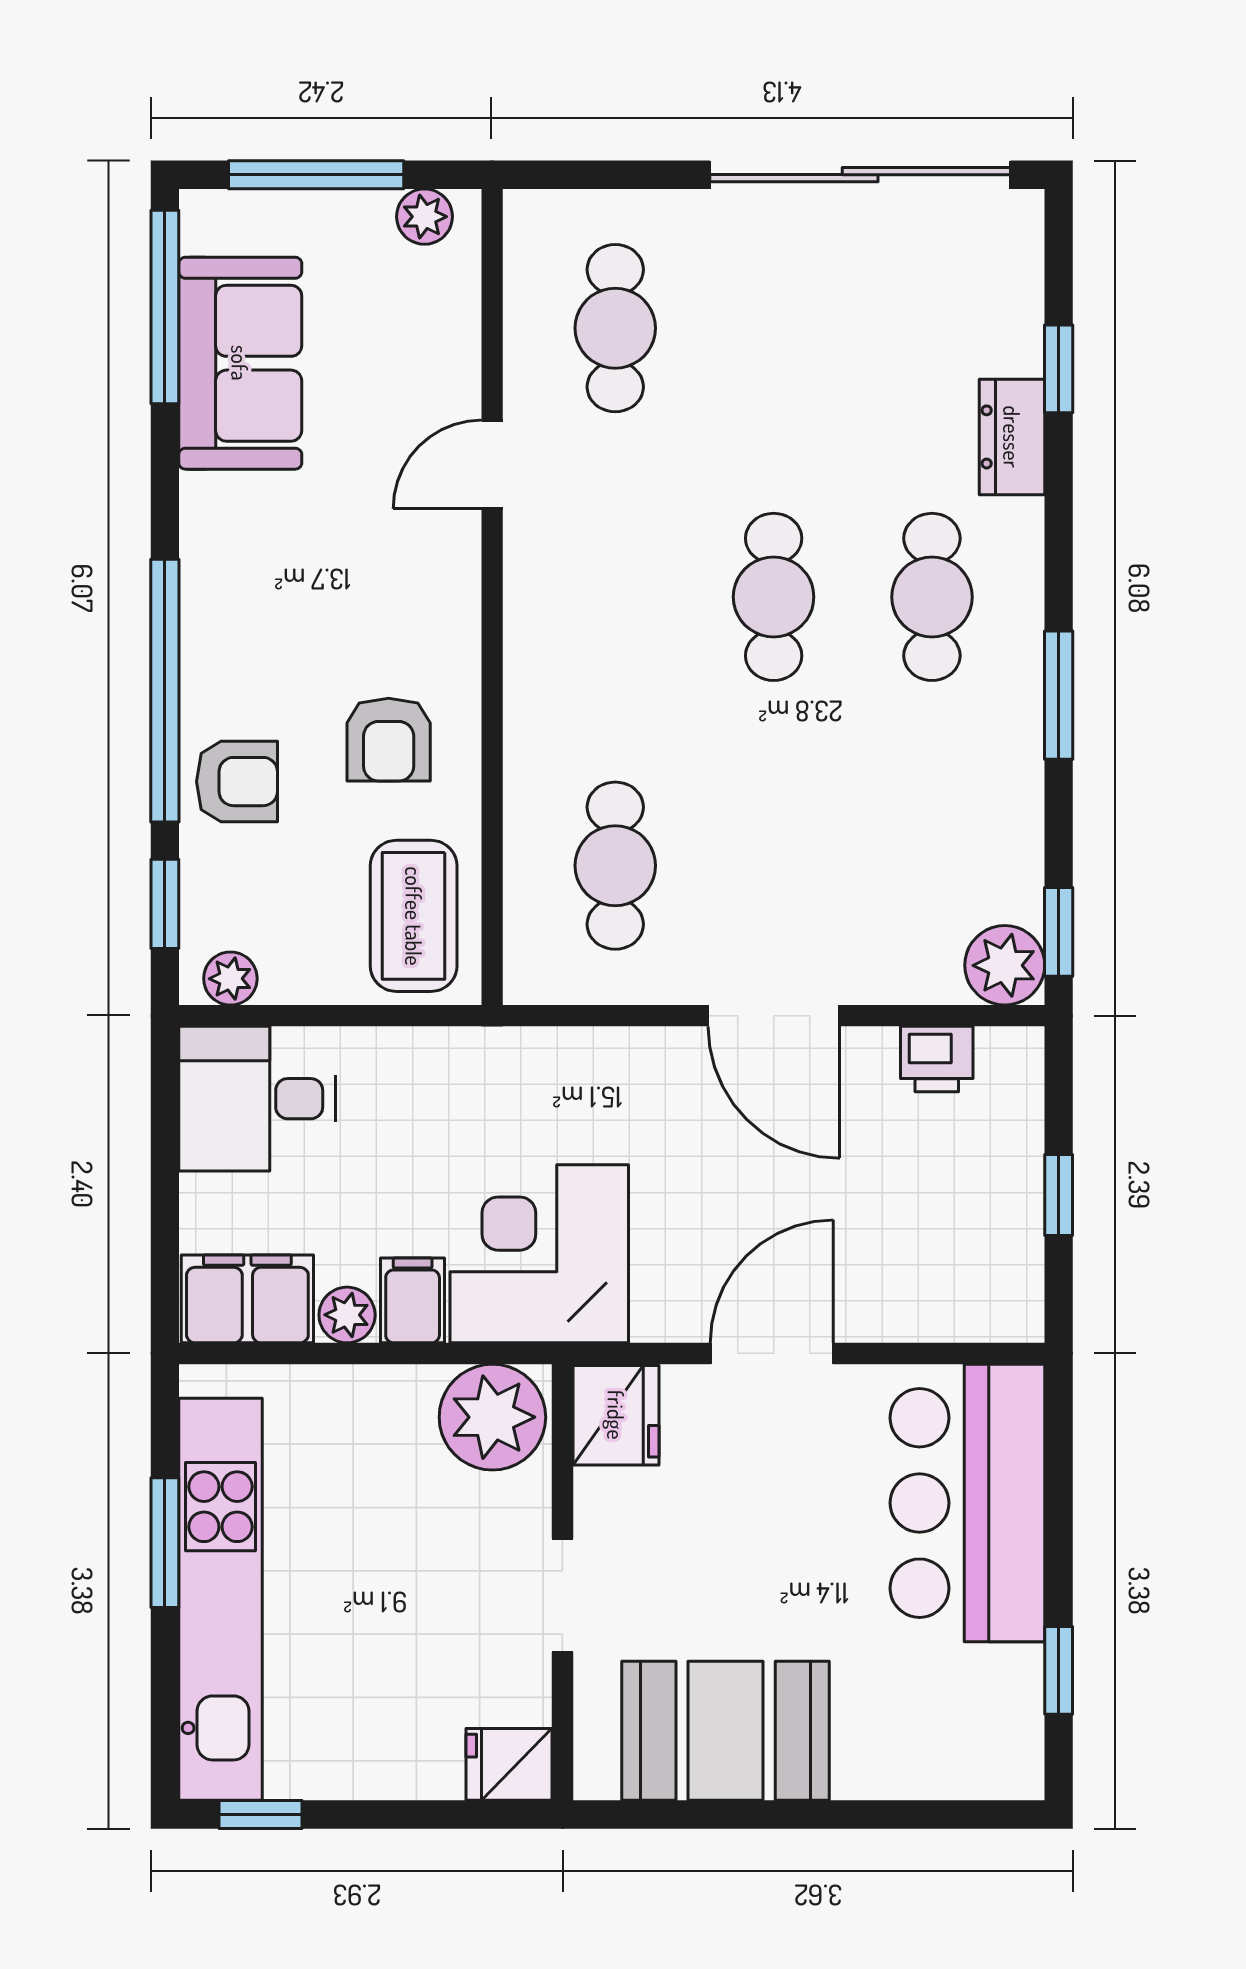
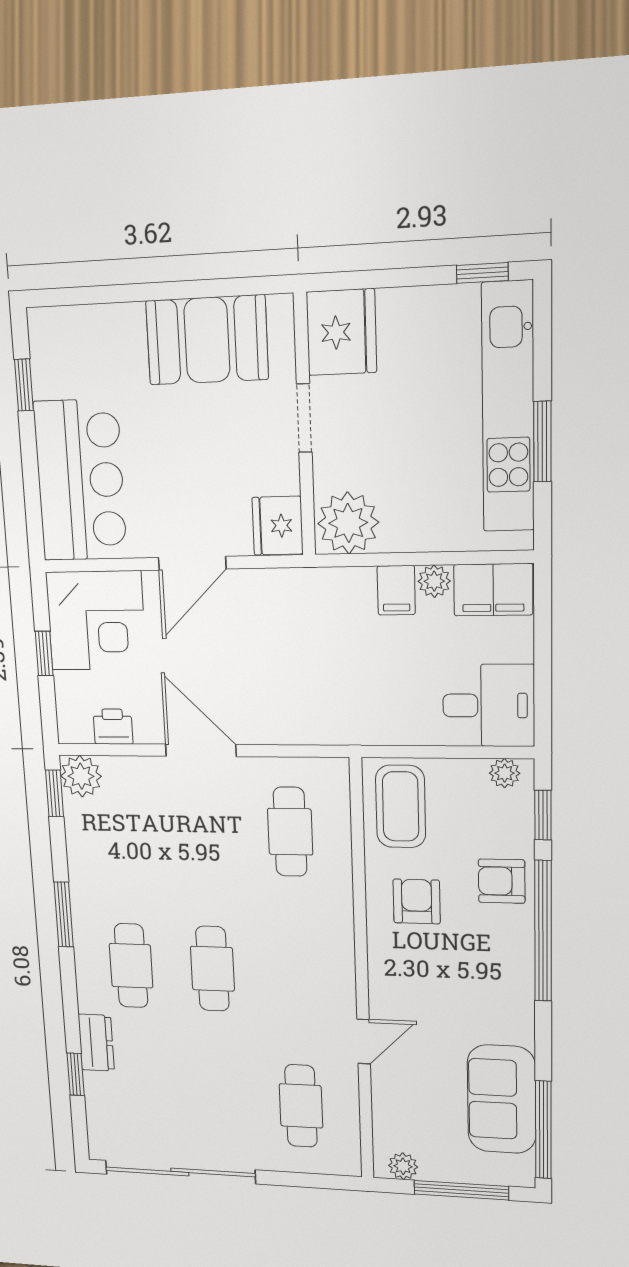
corner desk: (539, 1254) -> (96, 621), moved
fridge: (509, 1764) -> (341, 332), width x1.88, depth x1.34

